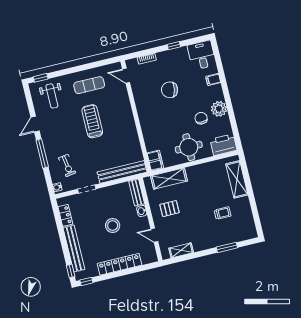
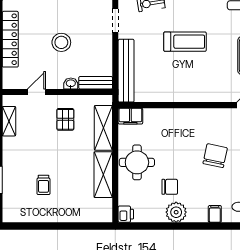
treadmill: (92, 121) -> (185, 42), moved
printer: (223, 145) -> (126, 214), width x0.53, depth x0.68
shelving: (237, 179) -> (103, 175), moved, turned 90

